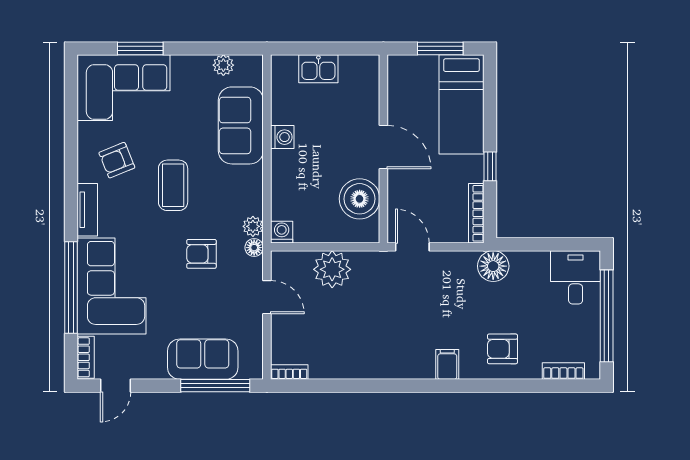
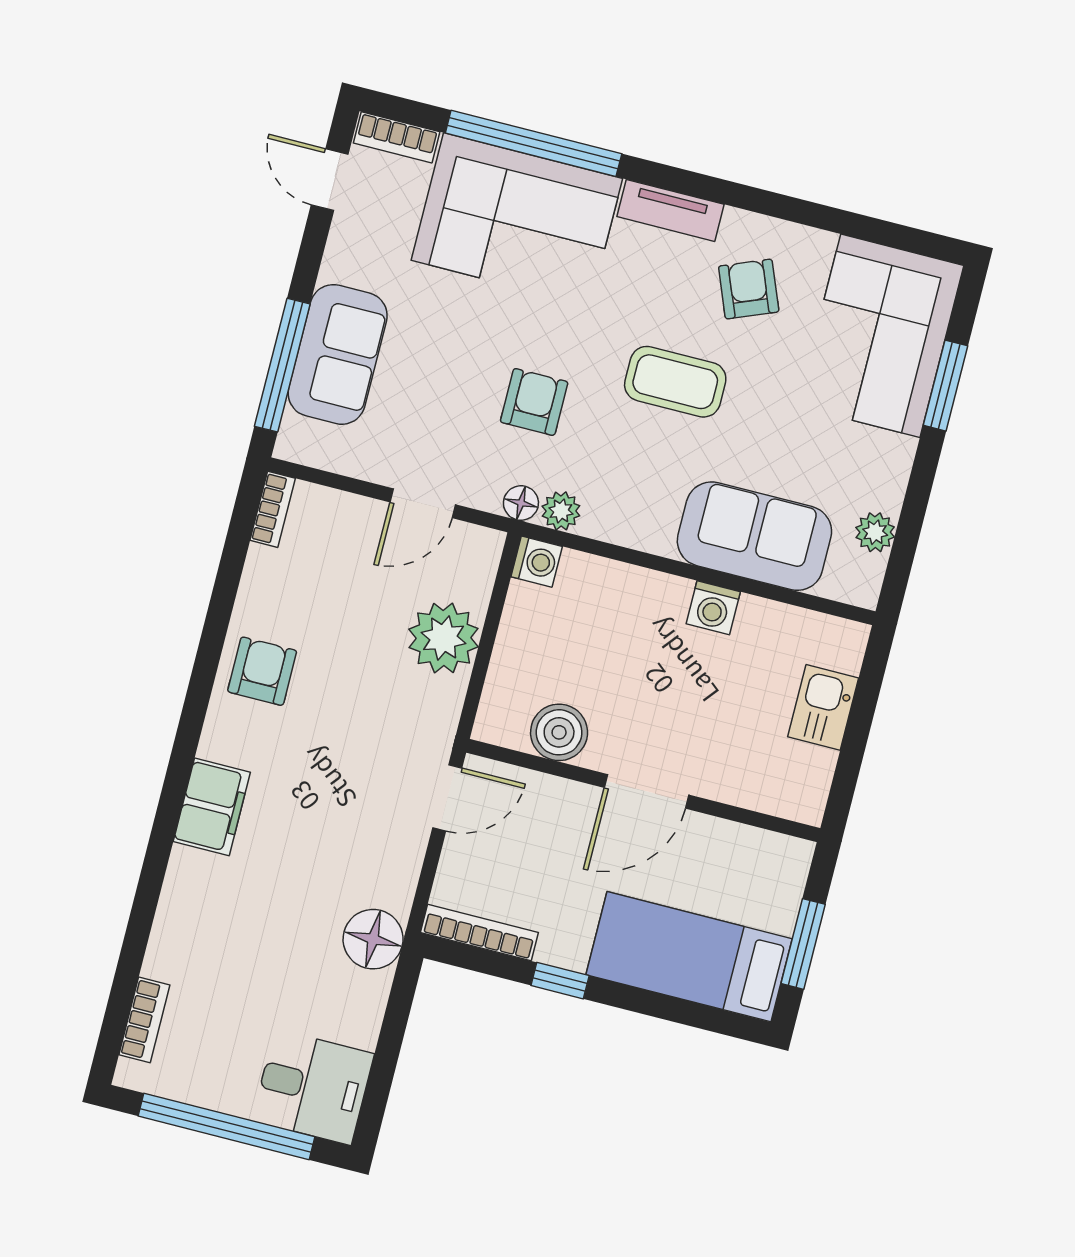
boiler: (360, 199) -> (559, 732), width x0.73, depth x0.73
armchair: (502, 349) -> (262, 671), moved
filing cabinet: (447, 364) -> (212, 807), width x2.00

